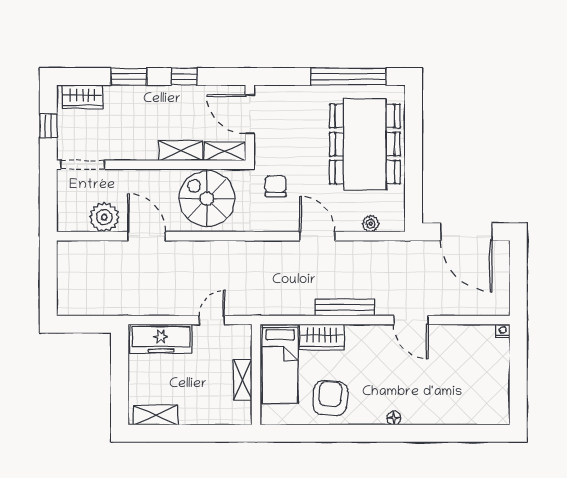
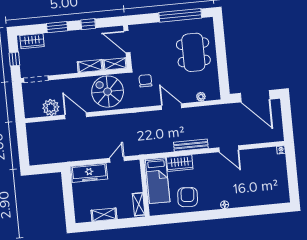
dining table: (365, 144) -> (193, 52), width x0.73, depth x0.80
shelving: (243, 380) -> (139, 204), moved
shelving: (156, 415) -> (104, 215), moved

